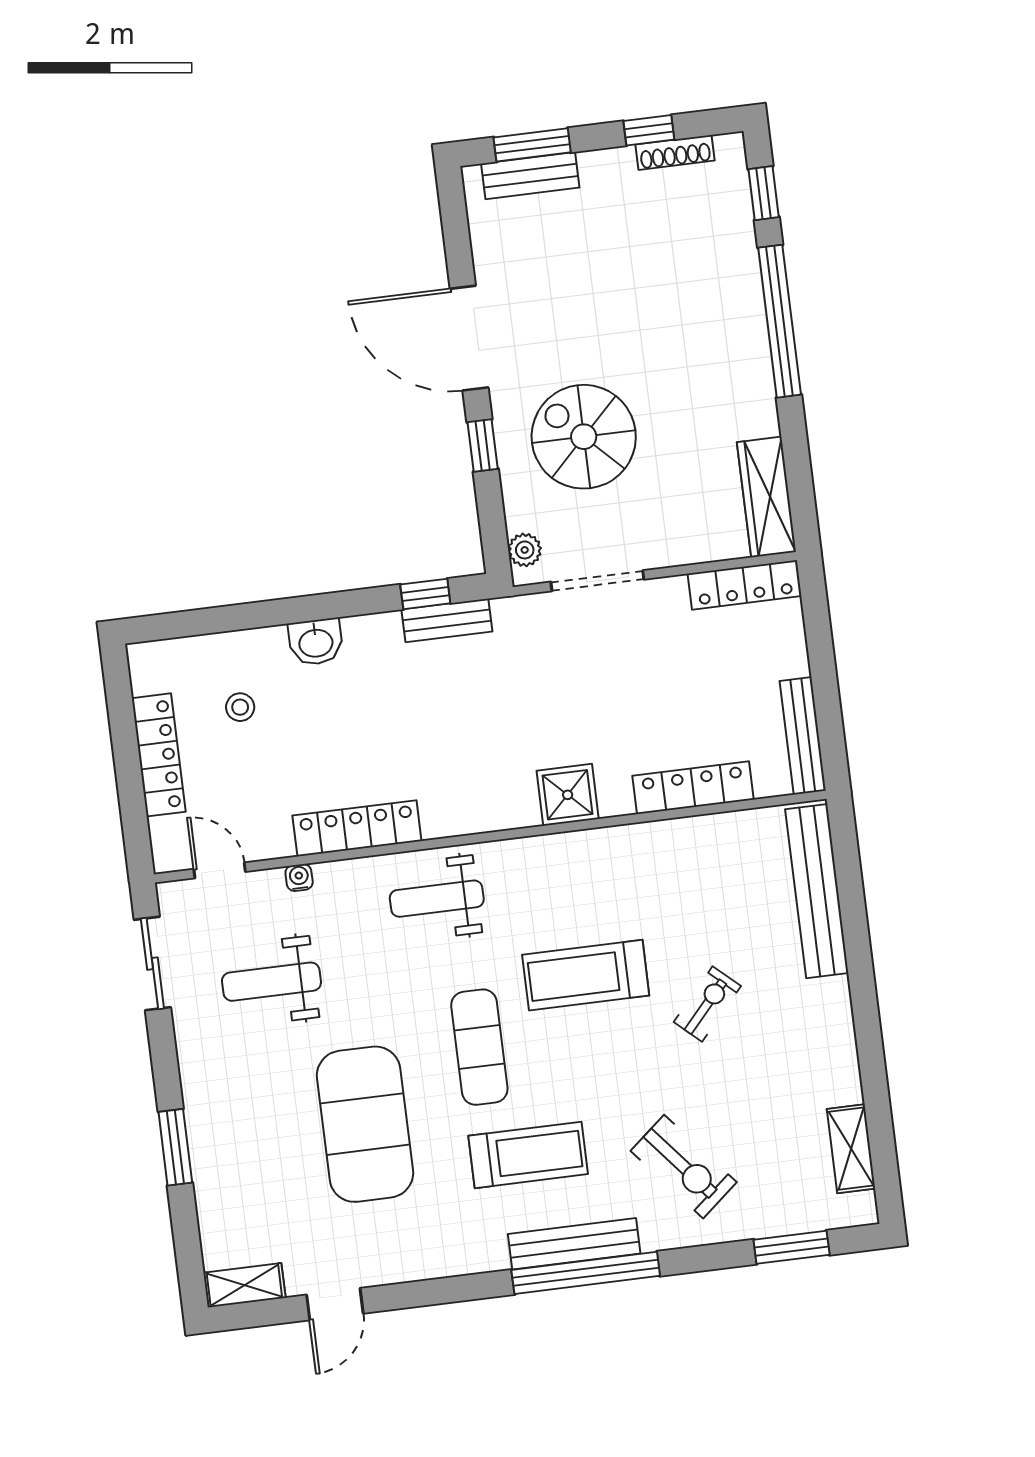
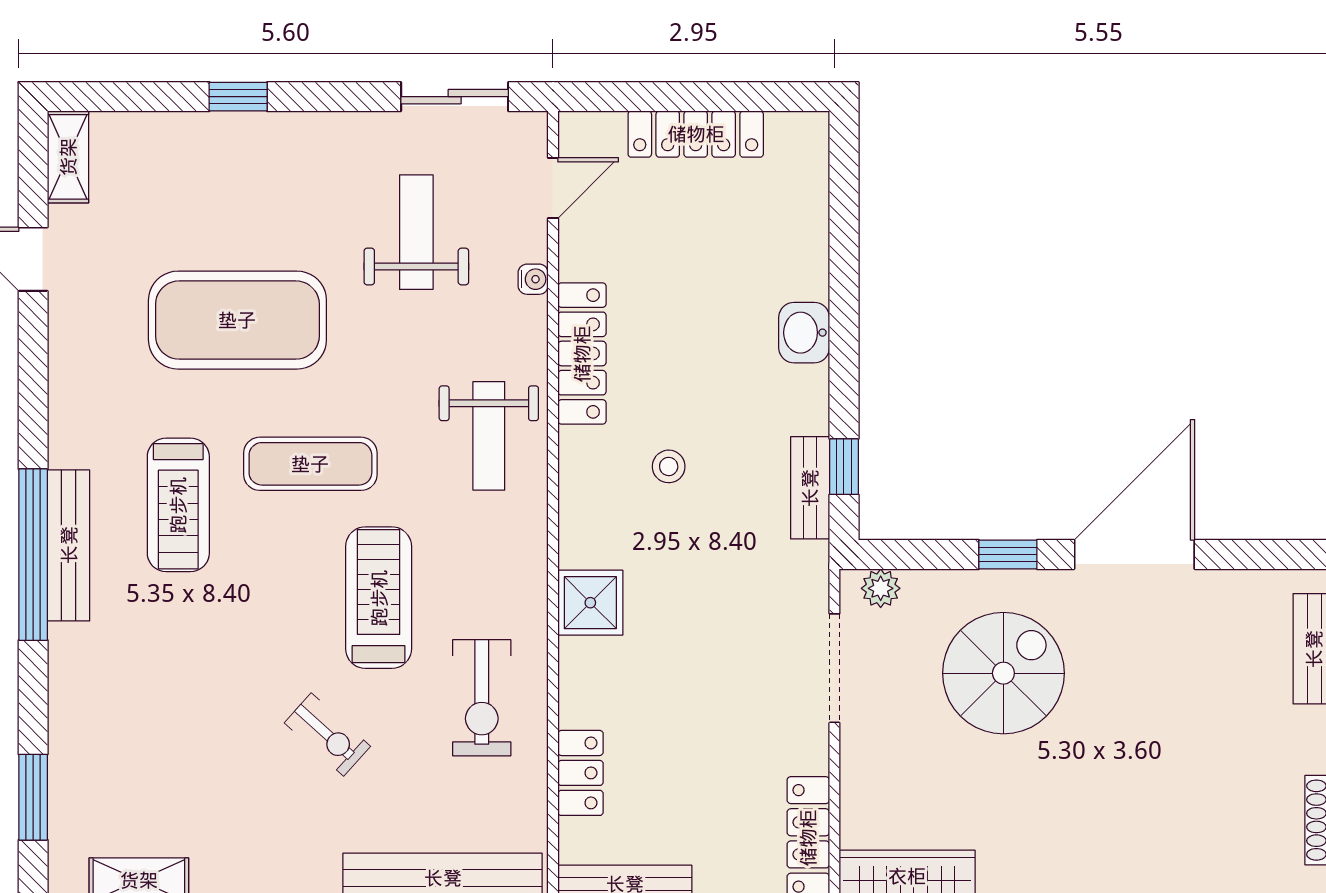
stool: (240, 707) -> (669, 466), moved
locker: (693, 788) -> (580, 773), width x0.66
weight bench: (437, 899) -> (489, 436), turned 180
window: (175, 1147) -> (238, 97), width x0.67
exercise bike: (684, 1167) -> (482, 698), moved, turned -50

